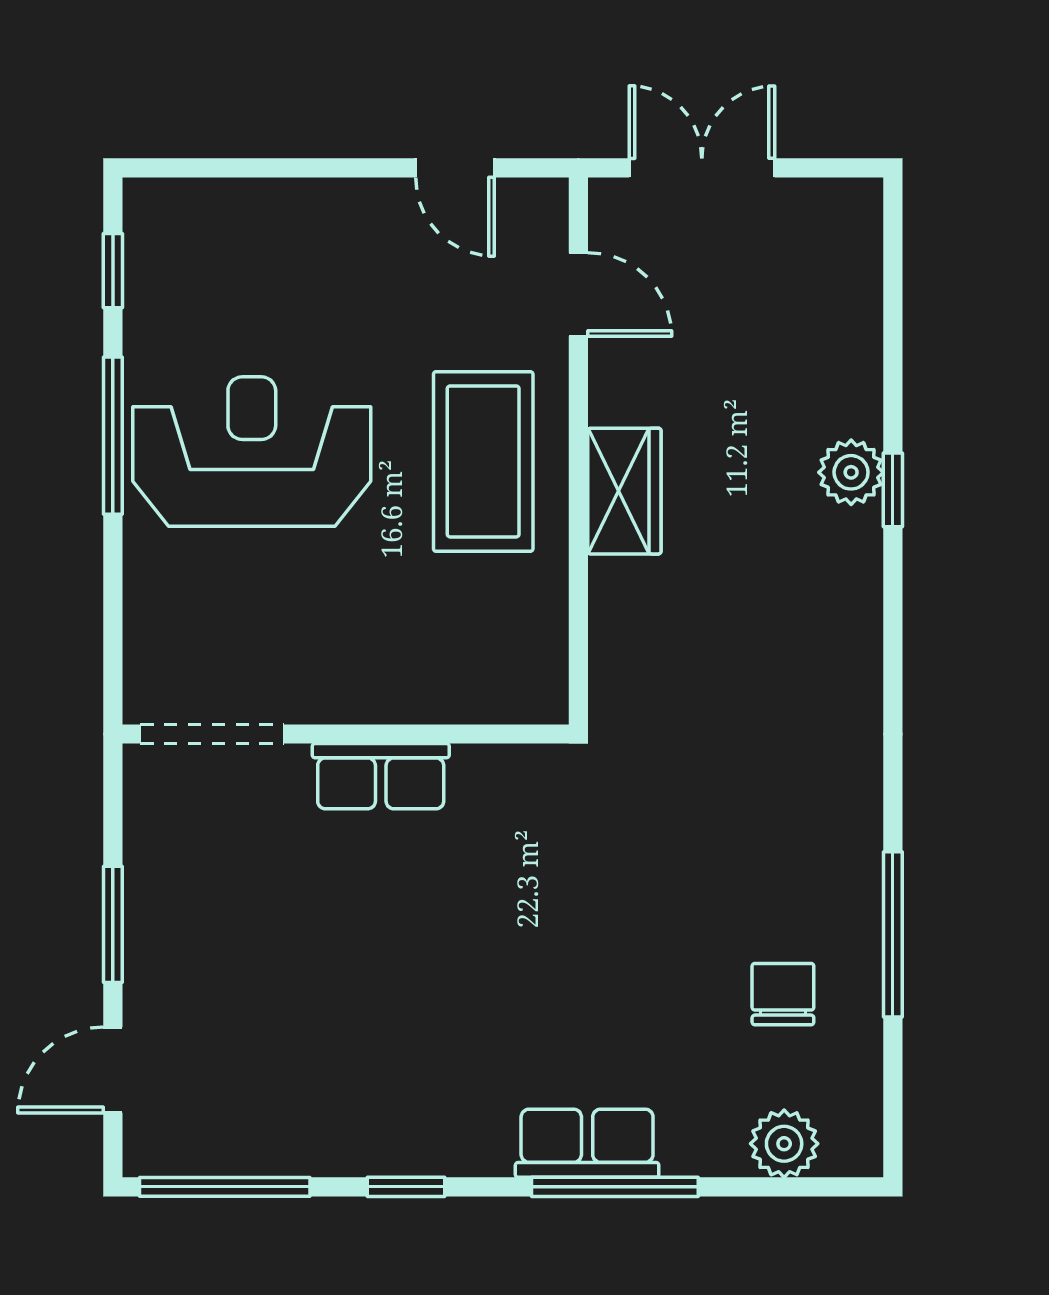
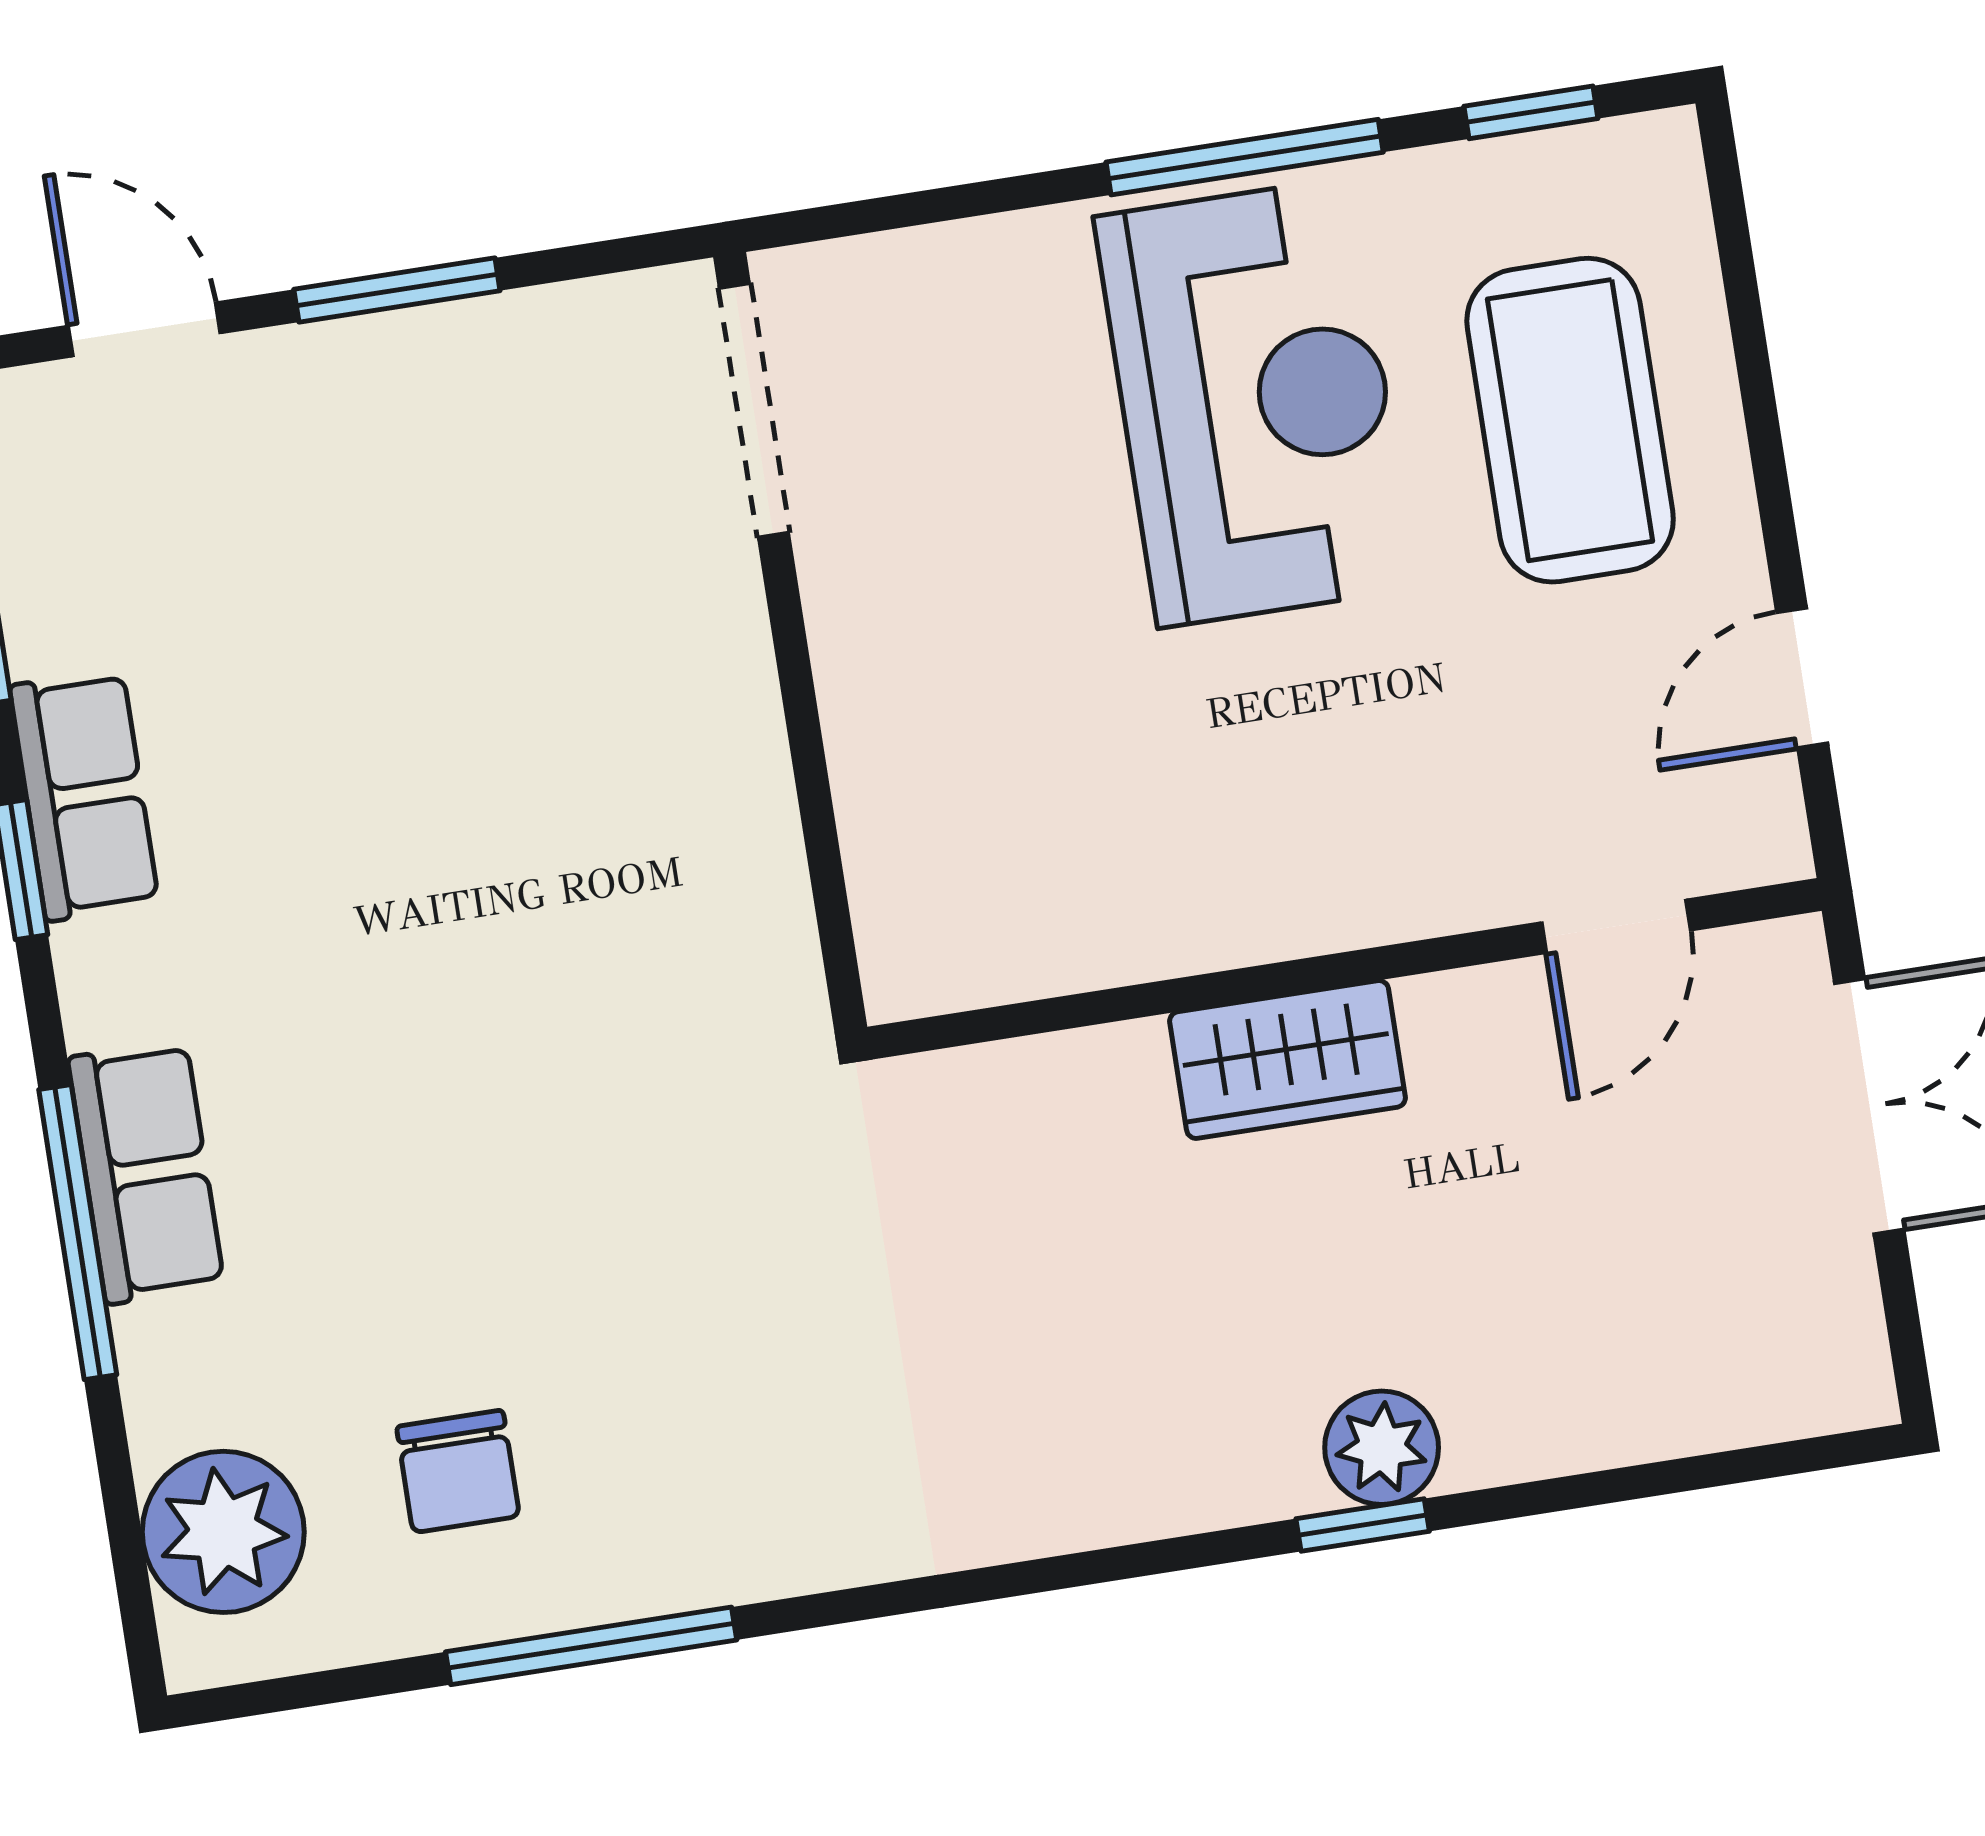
coffee table: (483, 461) -> (1570, 420), moved, turned 90
row of seats: (381, 776) -> (84, 795), moved, turned 180
chair: (783, 994) -> (458, 1471), turned 90
plant: (784, 1144) -> (223, 1532), width x1.36, depth x1.36

